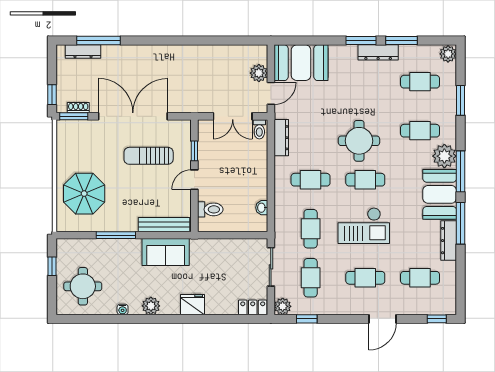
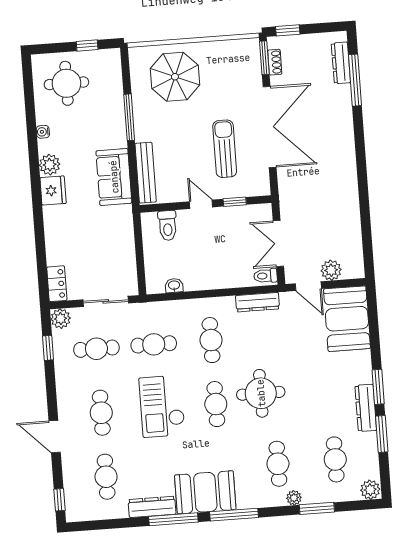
plant: (444, 156) -> (294, 498), moved, width x0.53, depth x0.53
fridge: (192, 305) -> (53, 191), moved

